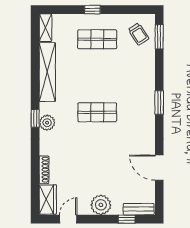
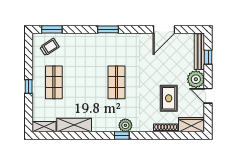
shelving: (47, 72) -> (74, 125), width x0.68
rug: (79, 173) -> (169, 98), added
bench: (139, 209) -> (199, 52), width x1.36
door: (68, 219) -> (208, 96), moved

